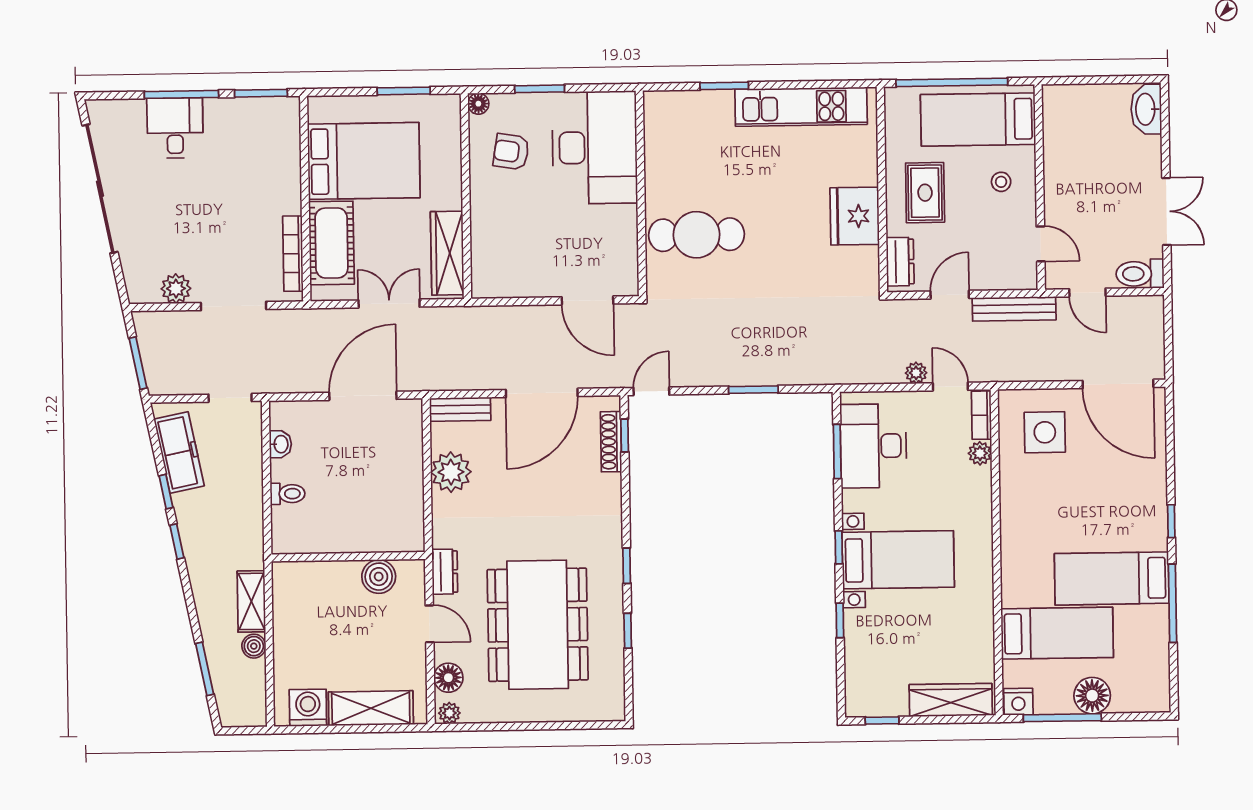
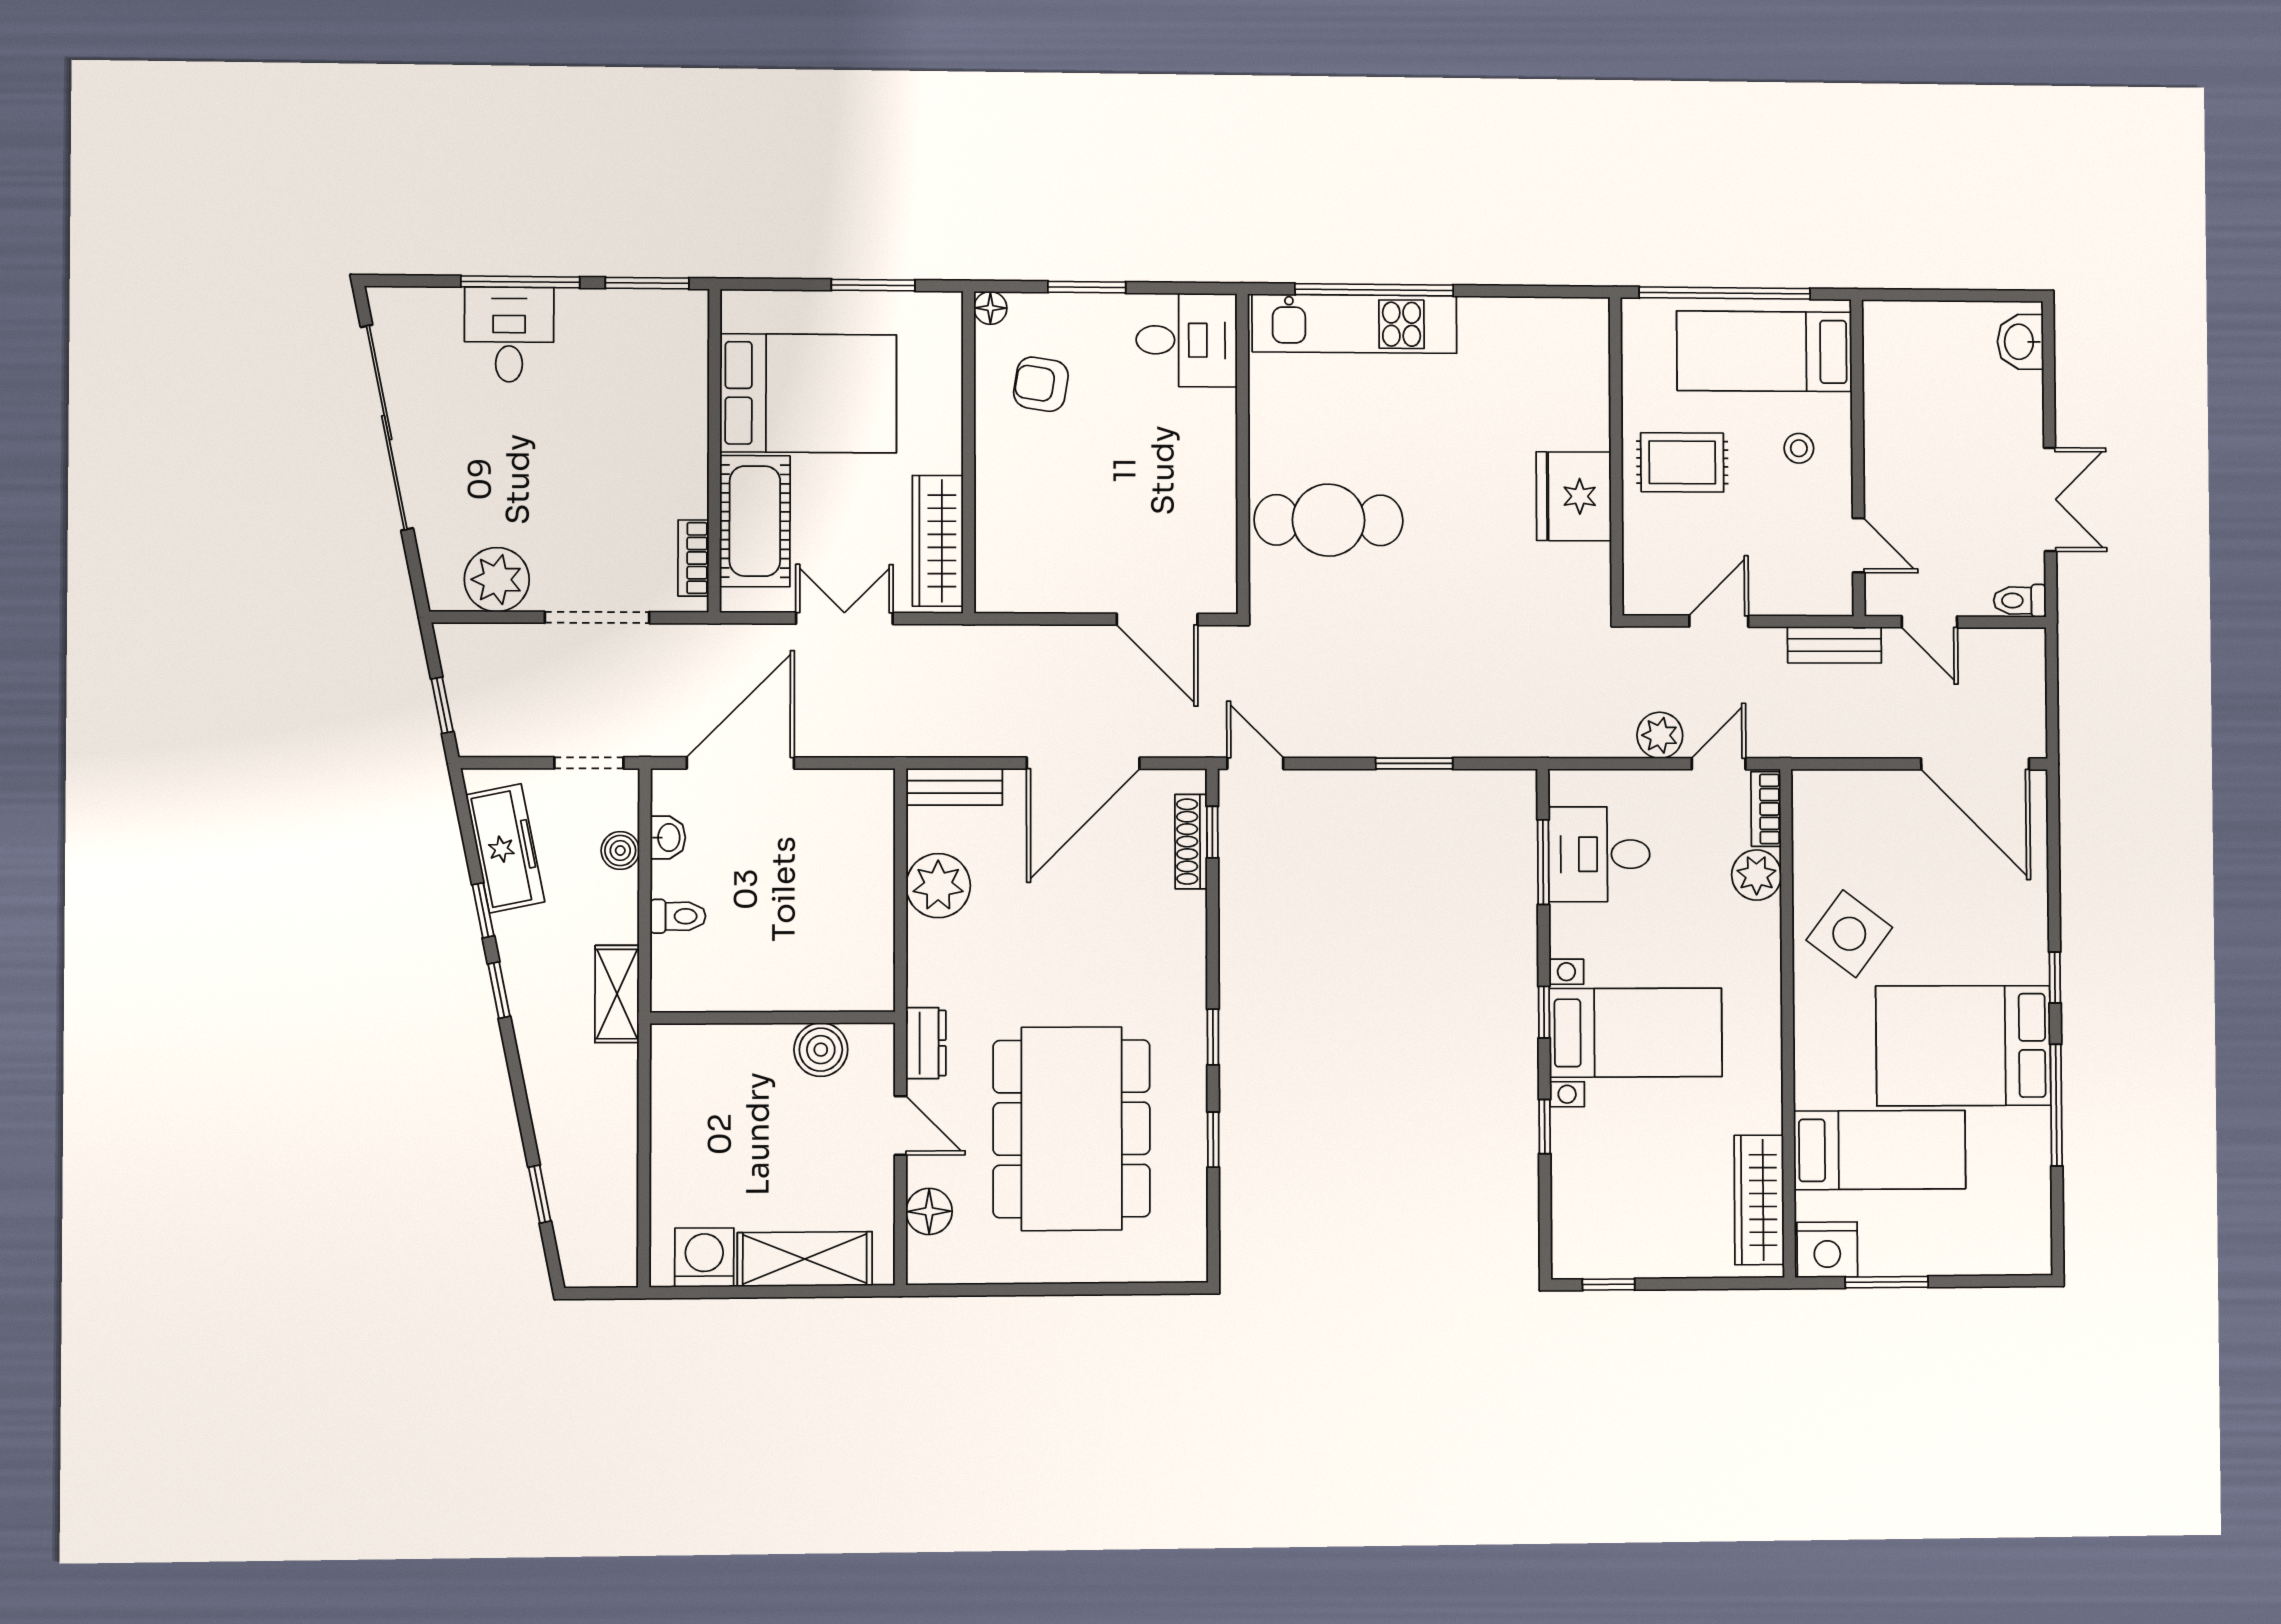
window: (724, 86) -> (1374, 290), width x2.11
kitchen unit: (801, 107) -> (1355, 324), moved
washbasin: (1146, 109) -> (2020, 342), width x0.72
desk: (595, 148) -> (1187, 340), width x0.53, depth x0.77
rug: (925, 193) -> (1682, 462), turned 90
bookcase: (293, 254) -> (693, 558), width x0.64
dresser: (900, 262) -> (1643, 568), removed
toilet: (1140, 274) -> (2020, 601), width x0.73, depth x0.72
plant: (176, 289) -> (497, 580), width x1.36, depth x1.36
bench: (1014, 309) -> (1834, 645), width x0.73
window: (138, 363) -> (442, 705), width x0.67
plant: (916, 373) -> (1660, 735), width x1.38, depth x1.38
door: (950, 387) -> (1719, 764), hinge flipped
door: (651, 391) -> (1255, 763), hinge flipped
door: (363, 396) -> (740, 763), moved
side table: (1045, 432) -> (1849, 934), moved, turned 37
desk: (873, 446) -> (1599, 854), width x0.73
plant: (980, 453) -> (1756, 875), width x1.38, depth x1.38
bed: (1112, 578) -> (1963, 1046), width x1.50
shelving: (251, 601) -> (617, 994), moved
boiler: (254, 646) -> (620, 851), moved
window: (205, 669) -> (540, 1194), width x0.67
floor lamp: (1092, 696) -> (1933, 1248), removed
wardrobe: (951, 700) -> (1759, 1200), moved, turned -90
nightstand: (1018, 702) -> (1827, 1250), width x1.36, depth x1.33
plant: (449, 713) -> (930, 1268), removed
window: (1062, 718) -> (1887, 1282), width x0.69

